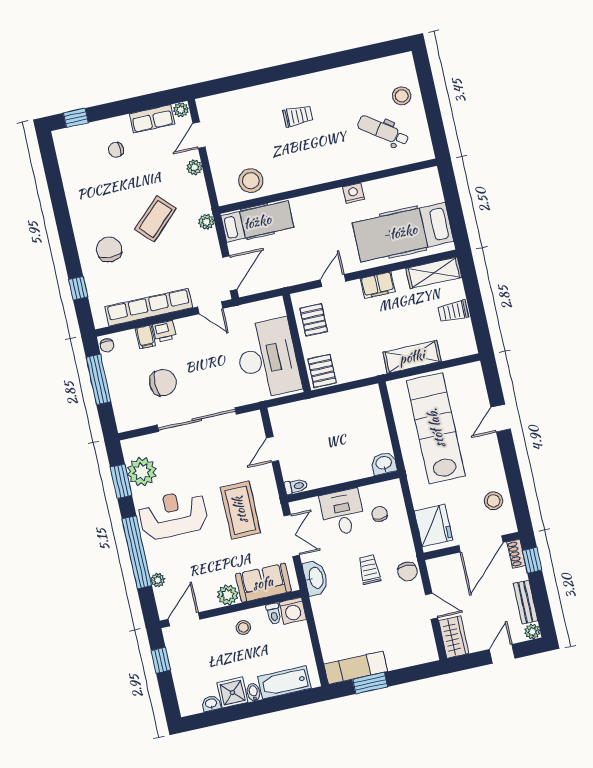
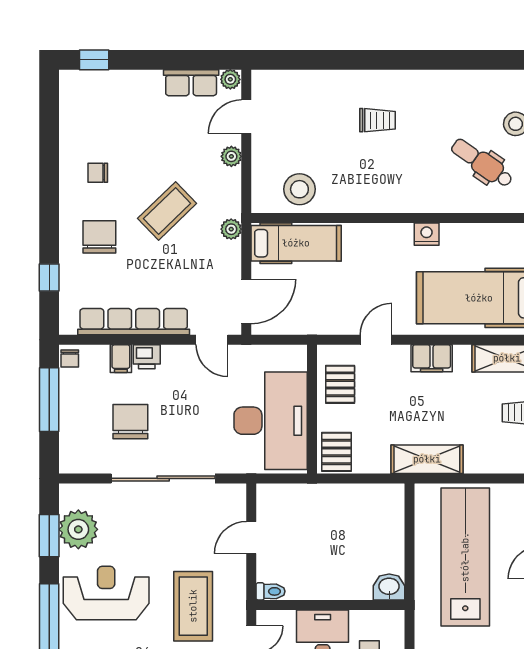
chair: (116, 150) -> (98, 173), moved
shelving: (412, 357) -> (427, 459), moved
chair: (163, 382) -> (130, 422), turned -90

